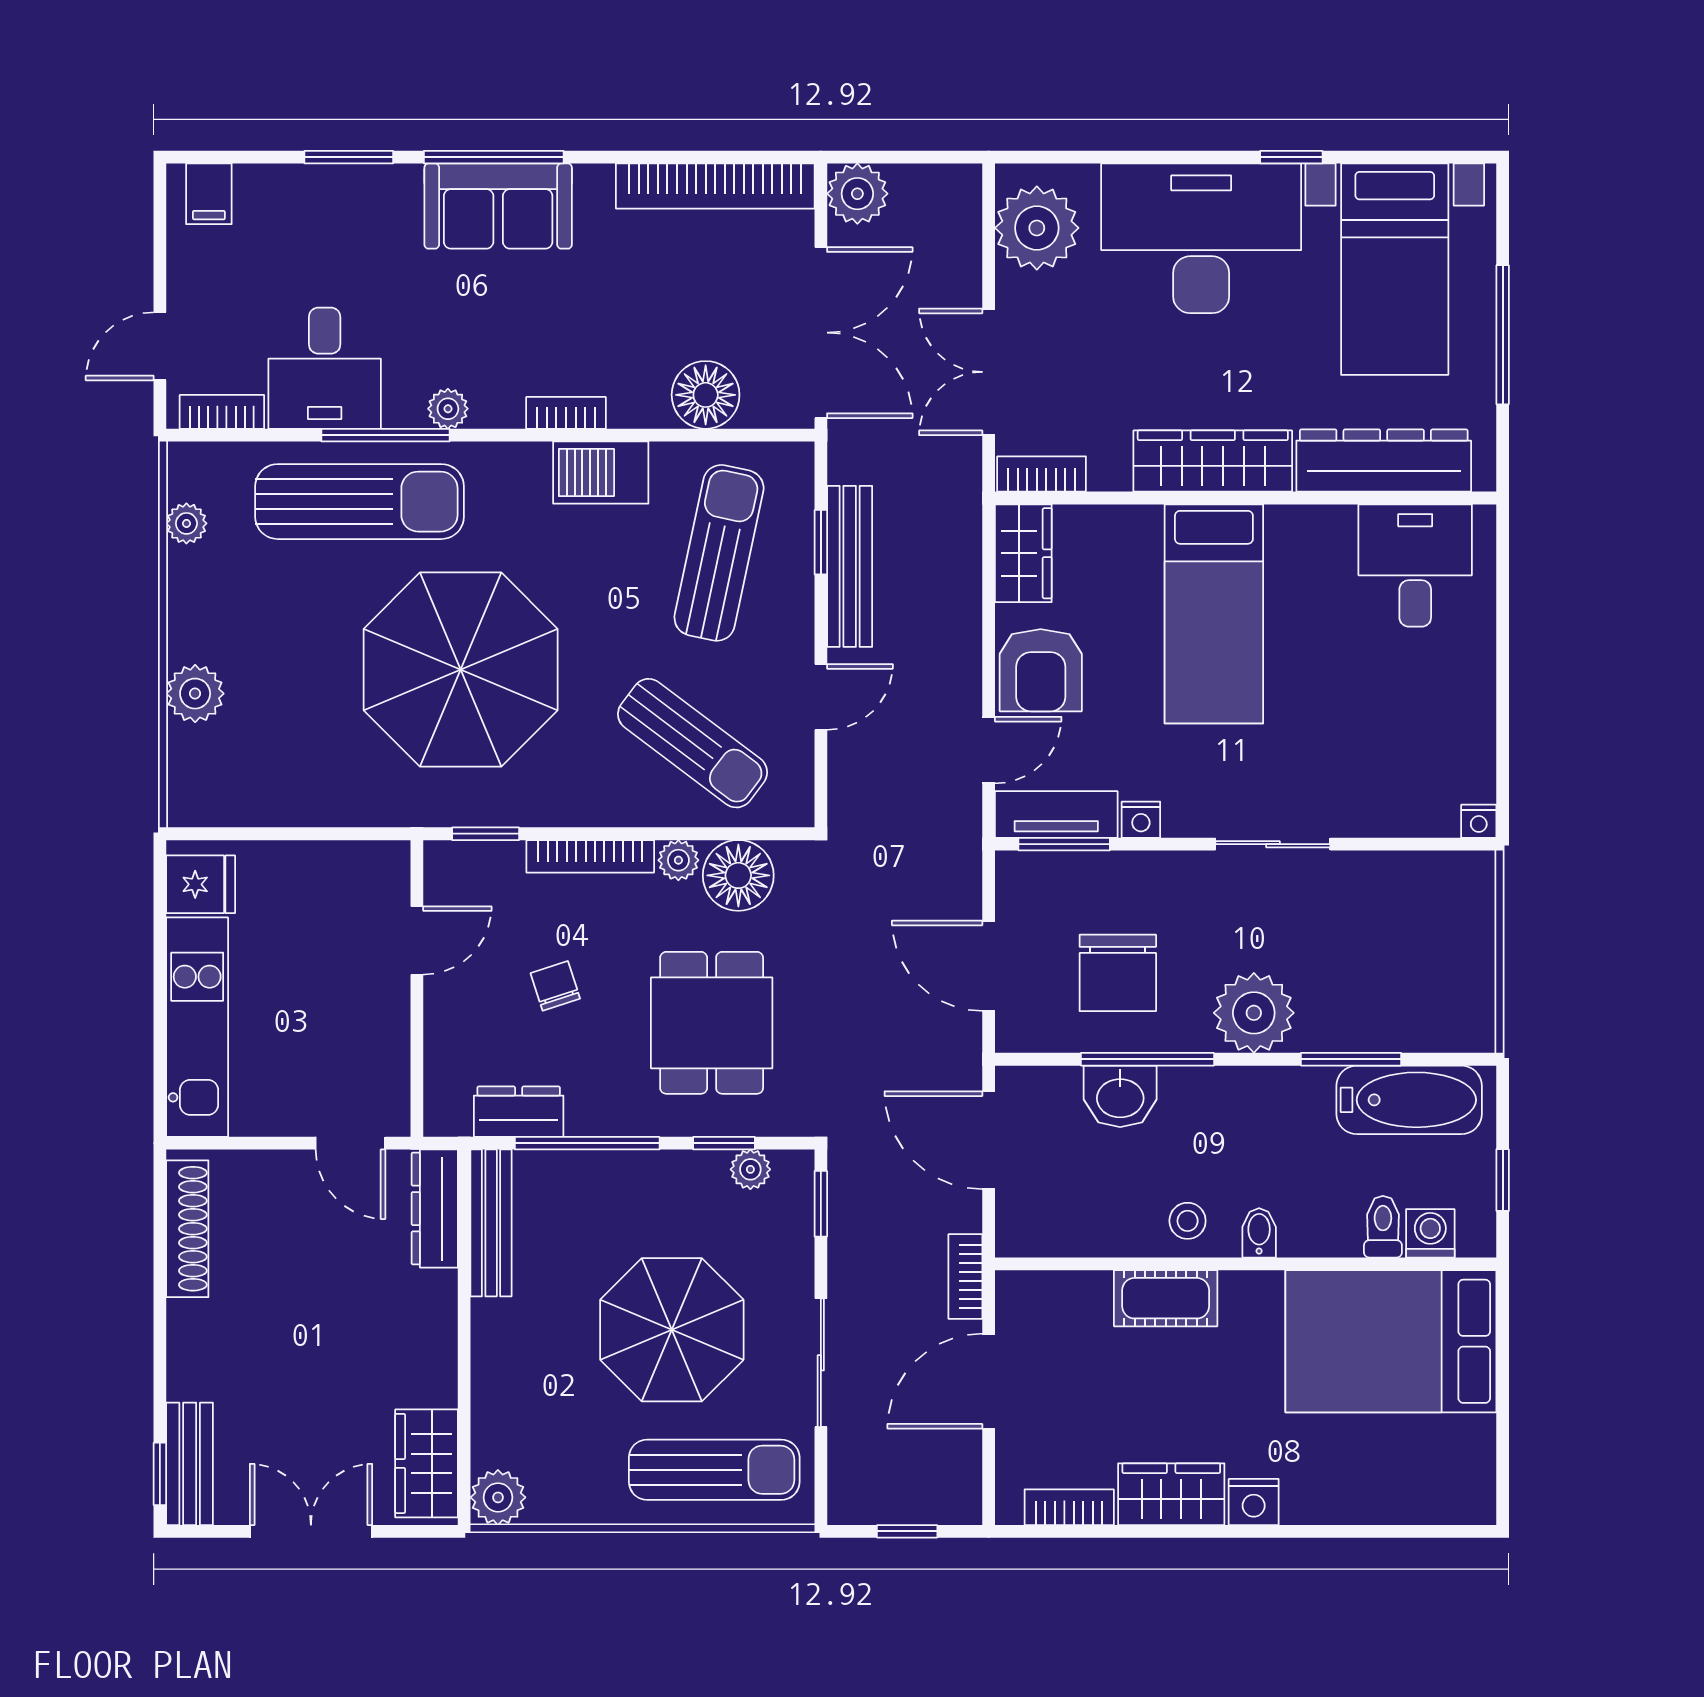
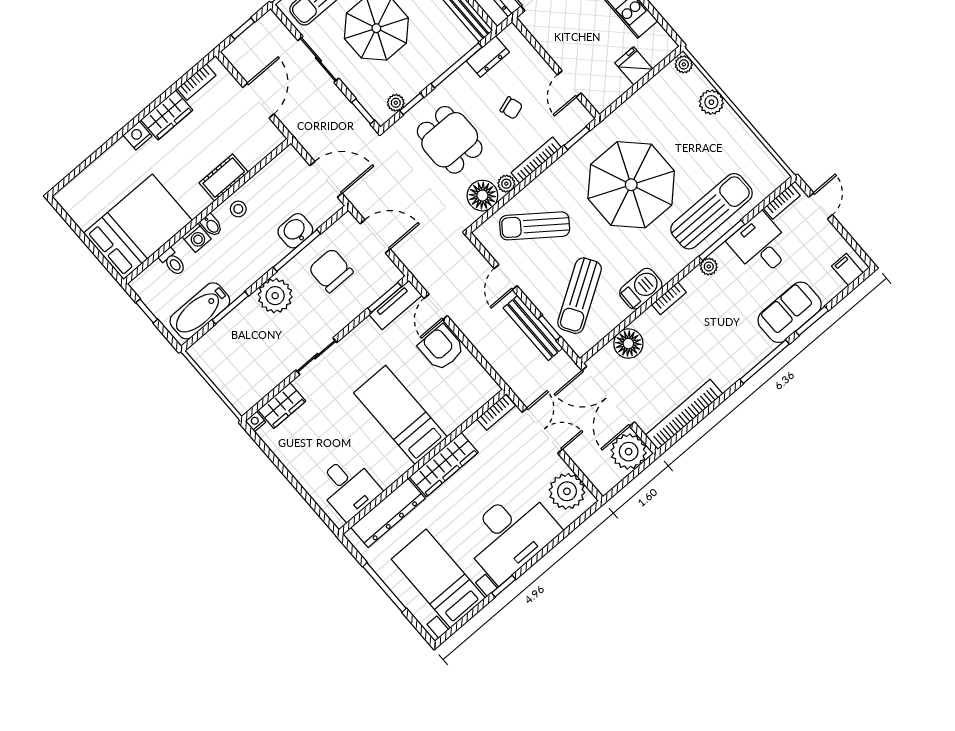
plant: (857, 194) -> (629, 452), width x1.36, depth x1.36
sofa: (498, 206) -> (790, 312), moved
sun lounger: (360, 502) -> (712, 211), turned 180
plant: (186, 523) -> (684, 64), moved
sun lounger: (719, 553) -> (580, 296), turned 46
wardrobe: (1023, 553) -> (282, 406), moved, turned -90
nightstand: (1141, 820) -> (366, 327), removed
fridge: (201, 884) -> (634, 66), moved, turned 90
washing machine: (1430, 1233) -> (197, 238), moved
bookcase: (965, 1277) -> (295, 128), removed

